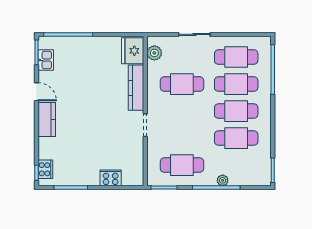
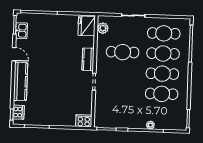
kitchen counter: (136, 88) -> (88, 59), width x0.67
kitchen counter: (47, 120) -> (20, 82), width x1.50
cafe table: (182, 165) -> (120, 113), removed
cooker: (111, 178) -> (84, 121), moved

